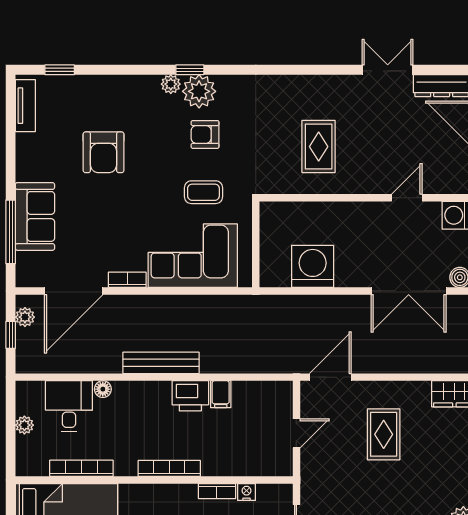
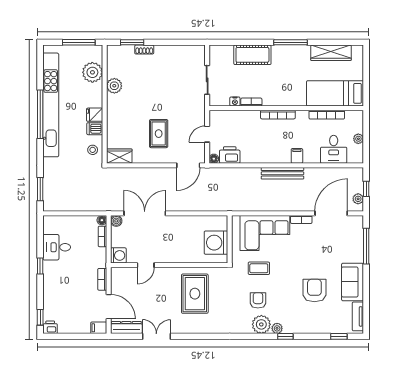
window: (190, 70) -> (285, 336), moved
double door: (388, 70) -> (156, 336), swing flipped
armchair: (205, 134) -> (258, 300), turned -90
rug: (319, 147) -> (195, 294), width x1.36, depth x1.43
sofa: (35, 216) -> (353, 282), moved
washing machine: (313, 266) -> (216, 243), moved, turned 90
floor lamp: (103, 389) -> (214, 159), moved
filing cabinet: (221, 394) -> (297, 156), moved
printer: (190, 396) -> (230, 155), moved

